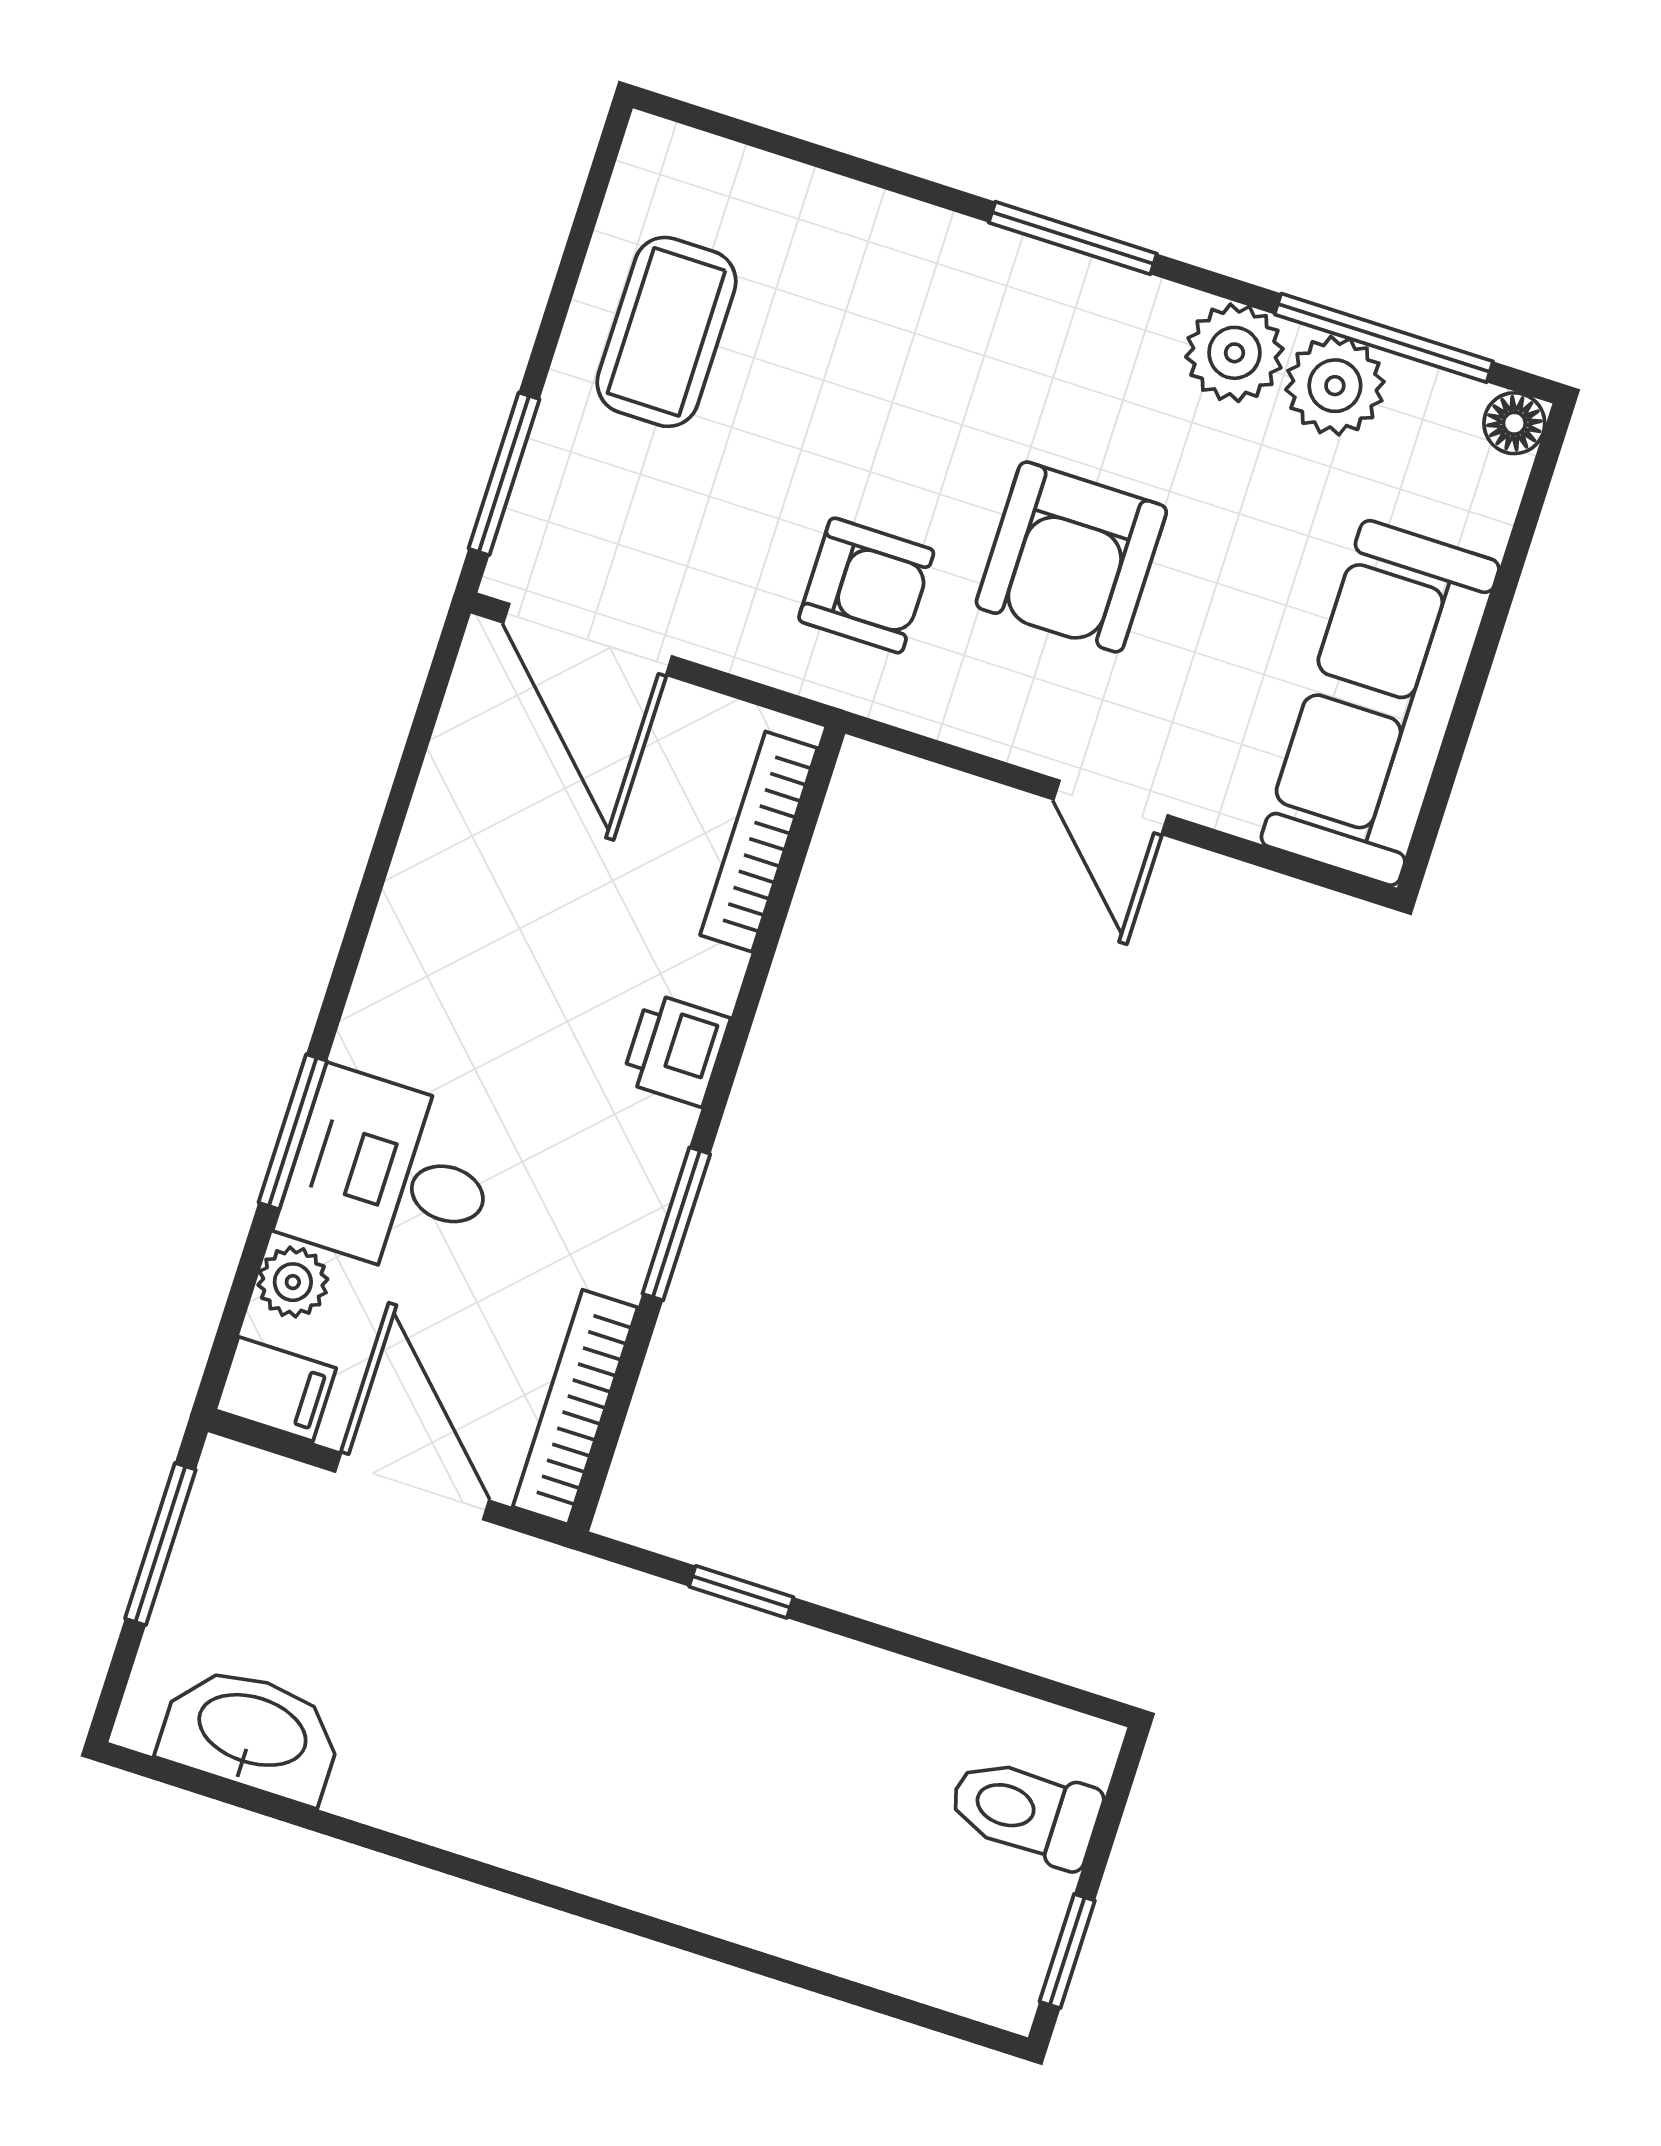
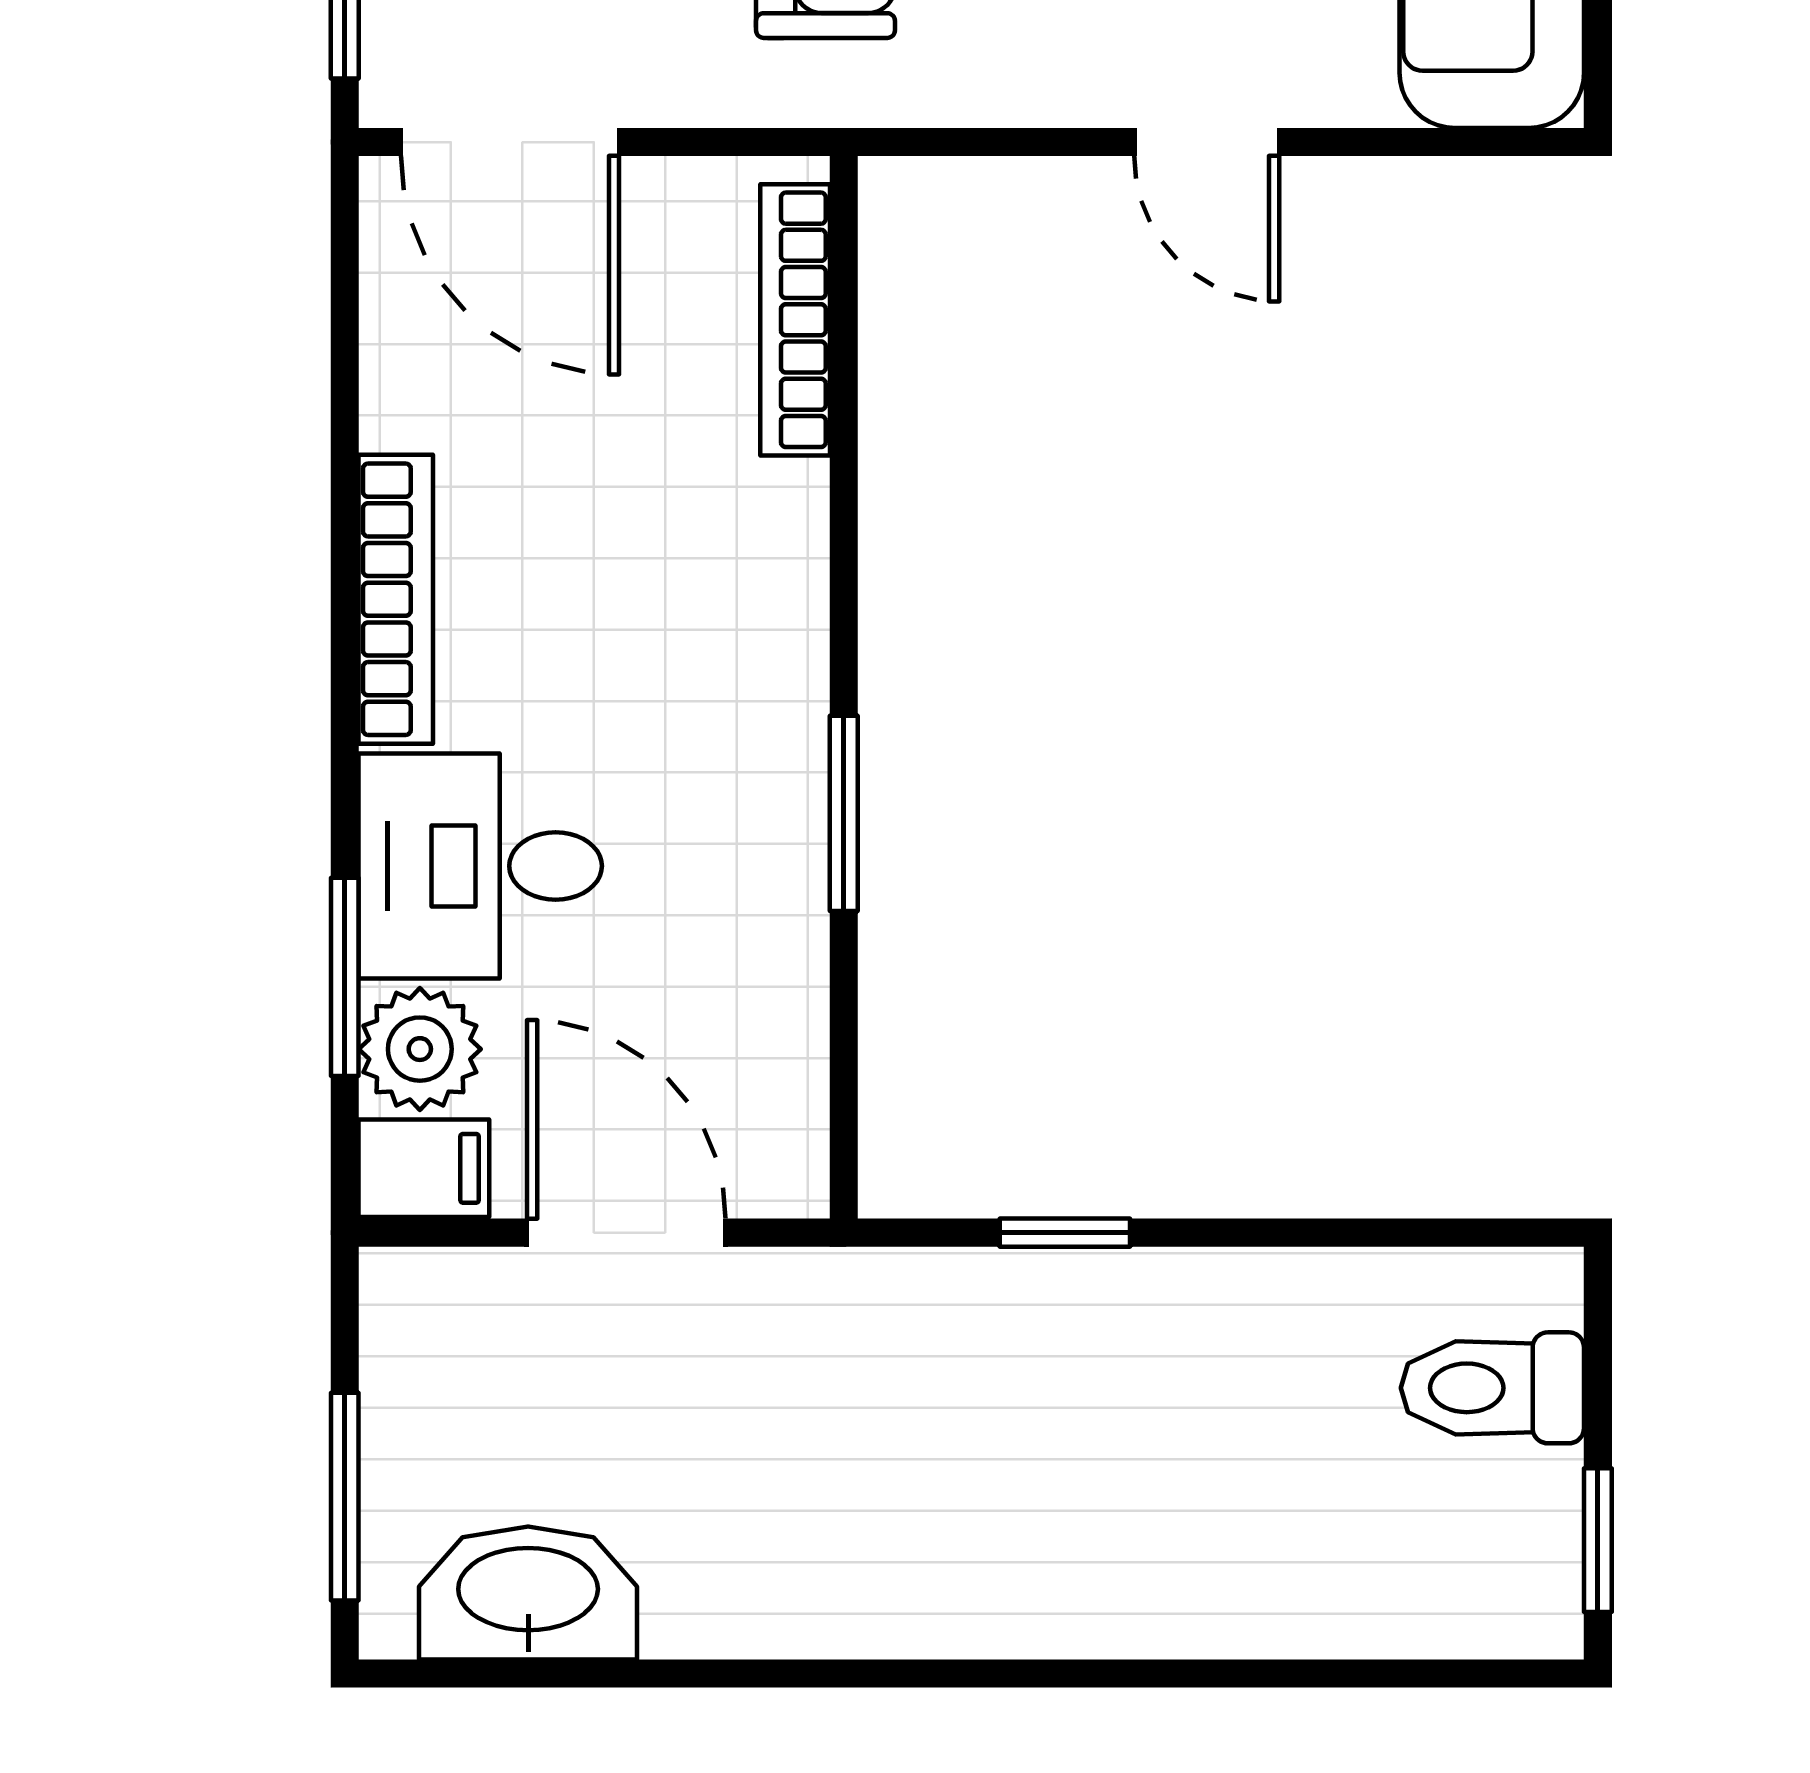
printer: (676, 1050) -> (776, 603), removed
window: (293, 1132) -> (345, 977), moved
plant: (293, 1282) -> (420, 1049), width x1.38, depth x1.38
bookcase: (575, 1407) -> (396, 599), moved, turned 180
window: (160, 1544) -> (345, 1497), moved

